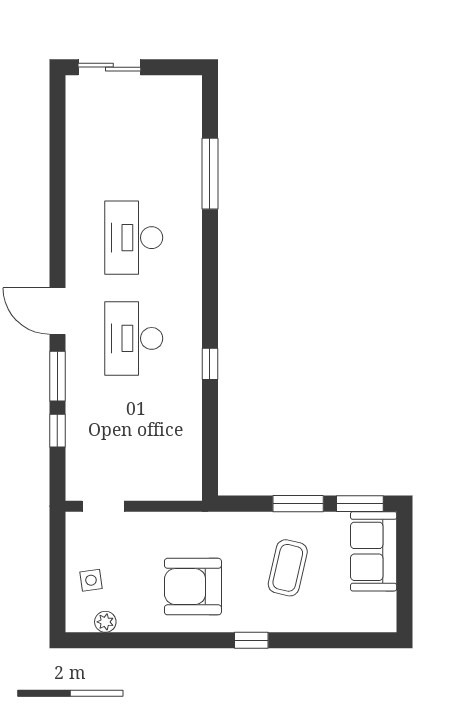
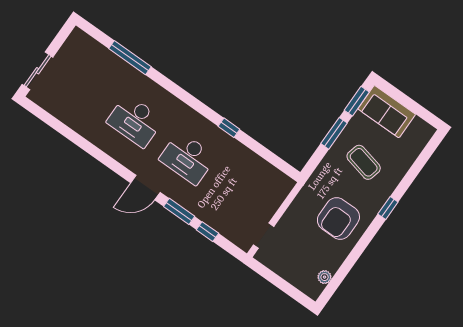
side table: (91, 580) -> (298, 269), removed

